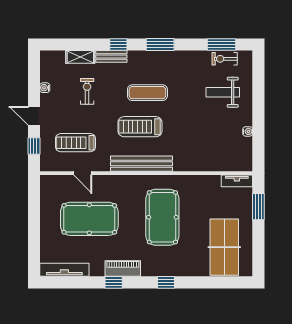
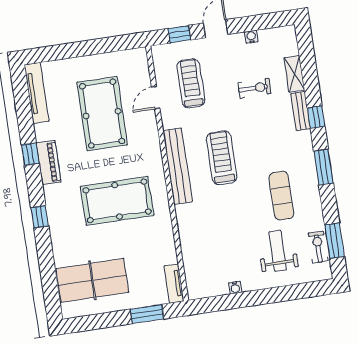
exercise mat: (147, 93) -> (281, 196), moved

